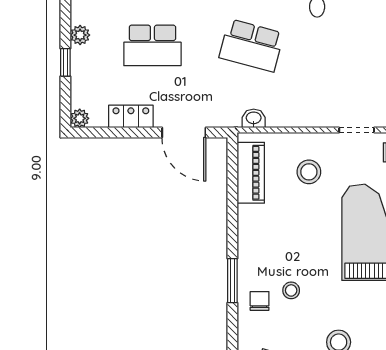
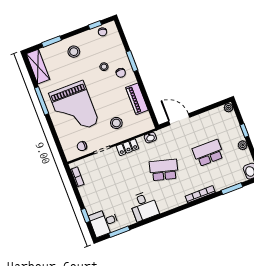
locker: (131, 116) -> (128, 147), moved
piano: (251, 173) -> (137, 99), moved
chair: (260, 301) -> (121, 73), moved

